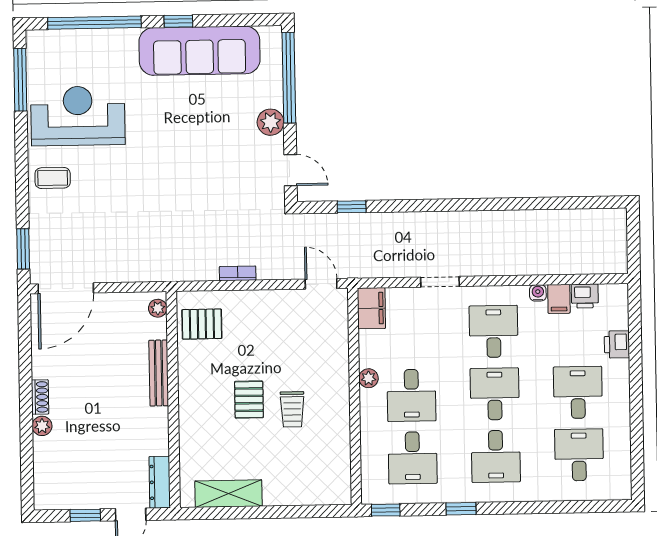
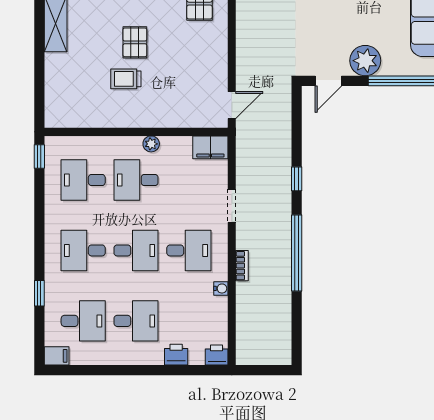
plant: (270, 122) -> (365, 61), width x1.36, depth x1.36
window: (494, 204) -> (297, 253), added
window: (352, 207) -> (297, 179), moved
bookcase: (238, 273) -> (242, 266), moved
printer: (585, 296) -> (217, 355), moved, turned 90
filing cabinet: (559, 299) -> (57, 356), moved, turned 180
pallet: (249, 400) -> (135, 42), turned 90
window: (461, 509) -> (39, 293), moved

